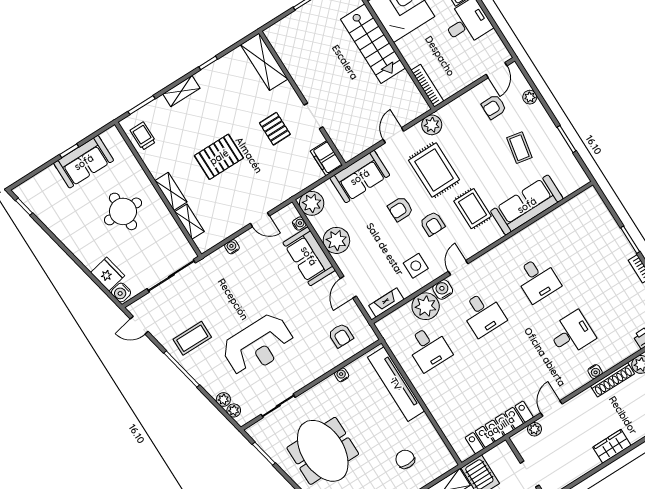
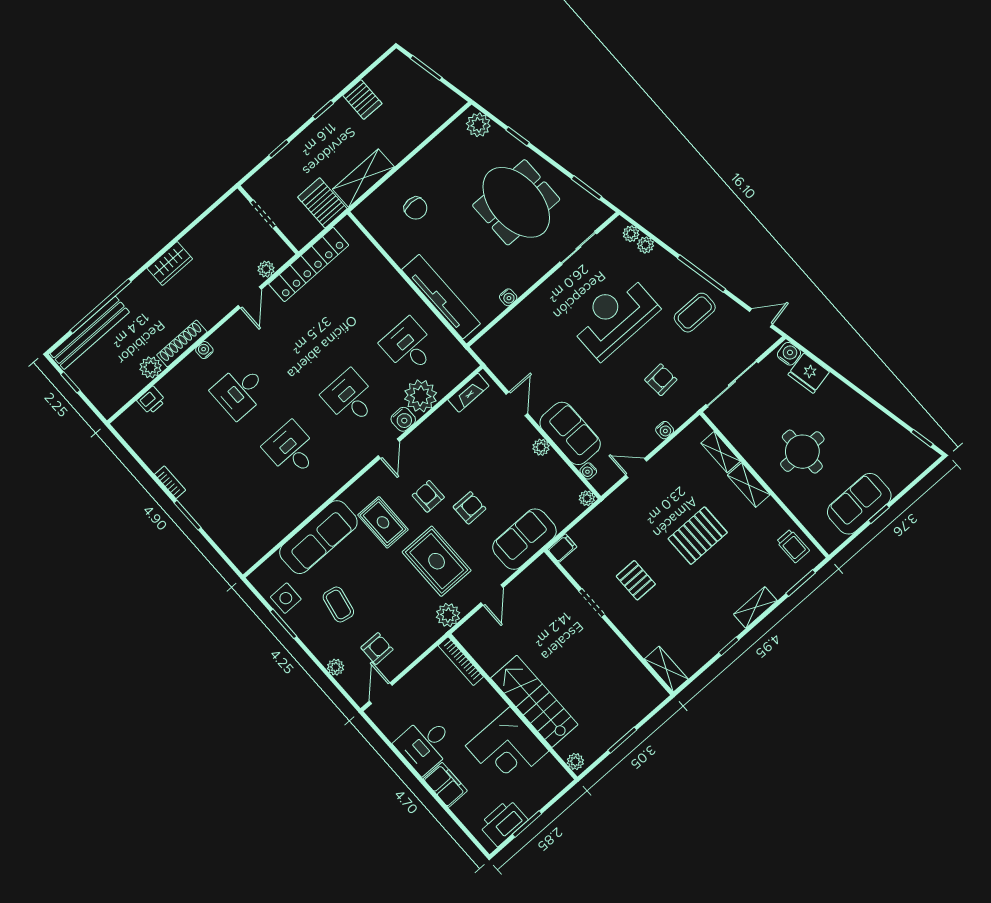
shelving: (264, 62) -> (666, 669), width x0.67, depth x0.75
filing cabinet: (326, 158) -> (562, 548), width x0.50
plant: (312, 203) -> (587, 498), width x0.53, depth x0.53
plant: (336, 240) -> (541, 447), width x0.53, depth x0.53
side table: (416, 266) -> (286, 598), moved
armchair: (341, 335) -> (661, 380), moved, turned 86

